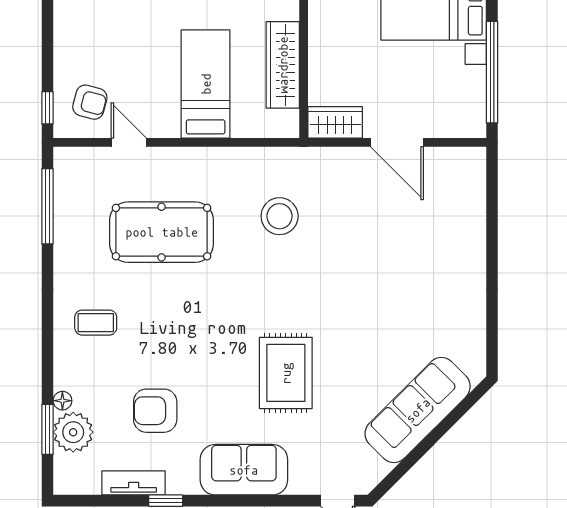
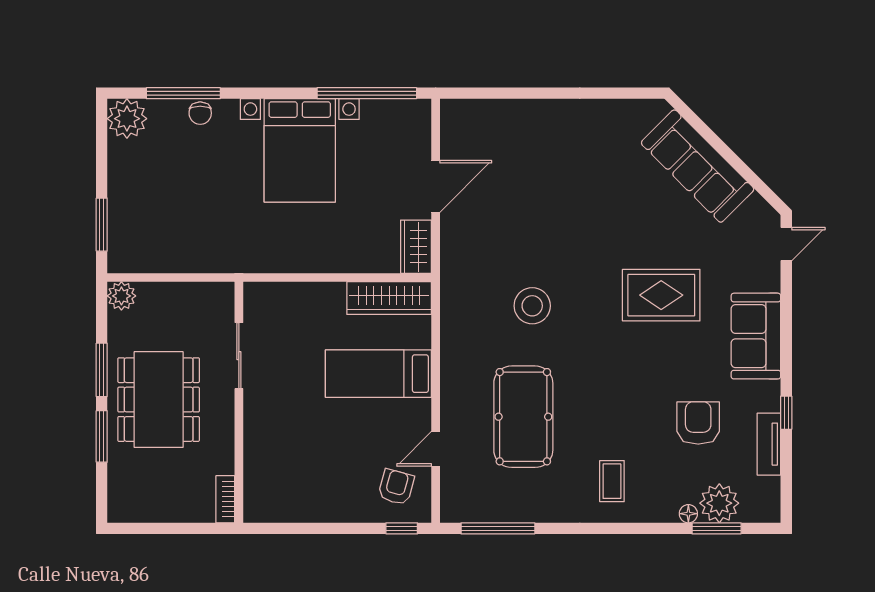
wardrobe: (283, 65) -> (389, 298), moved
stool: (280, 216) -> (532, 306), moved
armchair: (155, 411) -> (698, 423), turned 180

